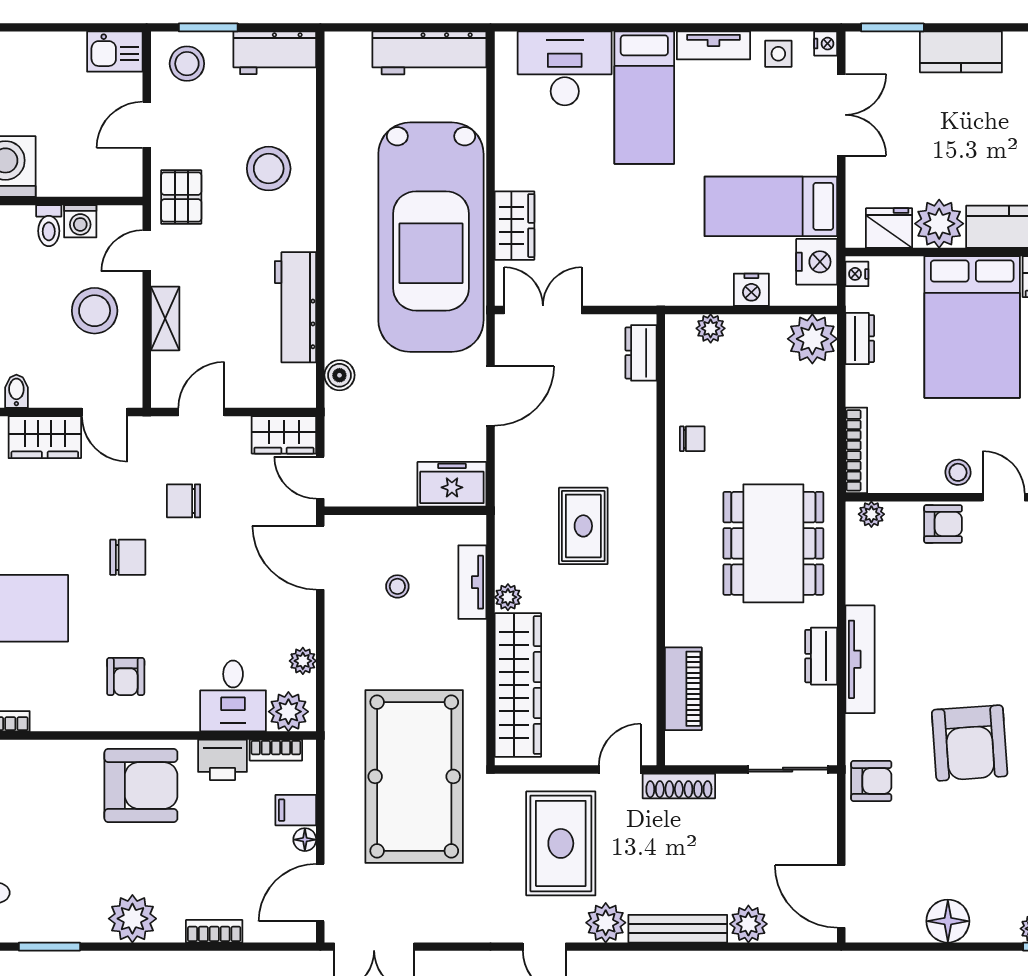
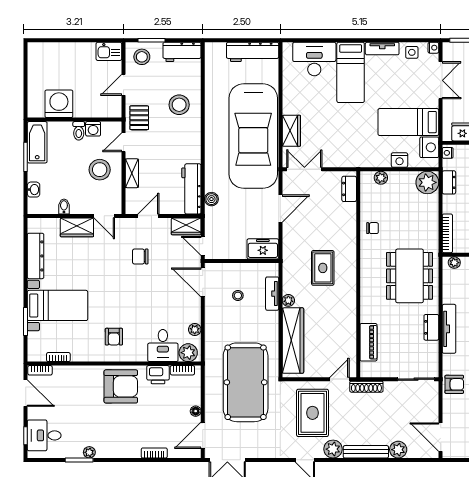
workbench: (296, 307) -> (191, 189), moved
chair: (128, 557) -> (115, 282), removed
filing cabinet: (296, 810) -> (192, 398), removed
plant: (132, 919) -> (89, 452), moved, width x0.53, depth x0.53

